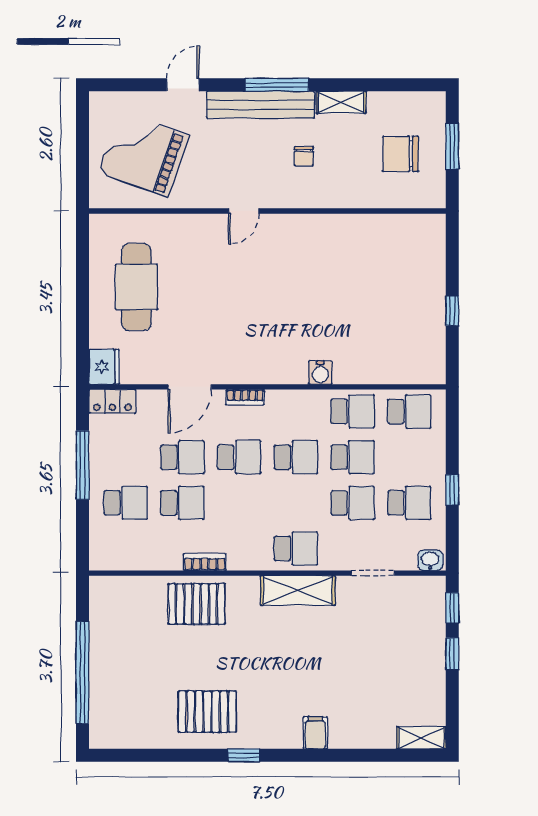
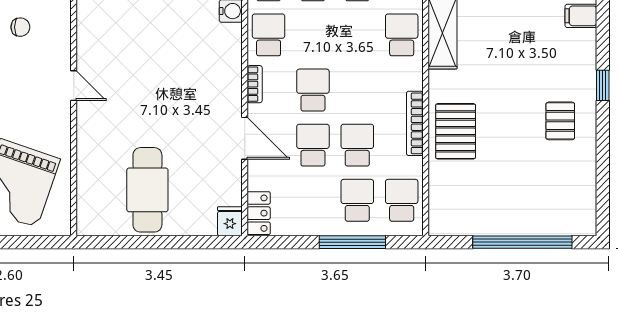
cafe table: (136, 287) -> (147, 190), turned 90
fridge: (104, 367) -> (230, 221), width x0.72
school desk: (296, 457) -> (269, 35), moved
window: (83, 465) -> (352, 242), moved
school desk: (126, 548) -> (402, 200), added
bookcase: (205, 562) -> (415, 123), width x1.56
pallet: (207, 712) -> (560, 121), width x0.67, depth x0.71

